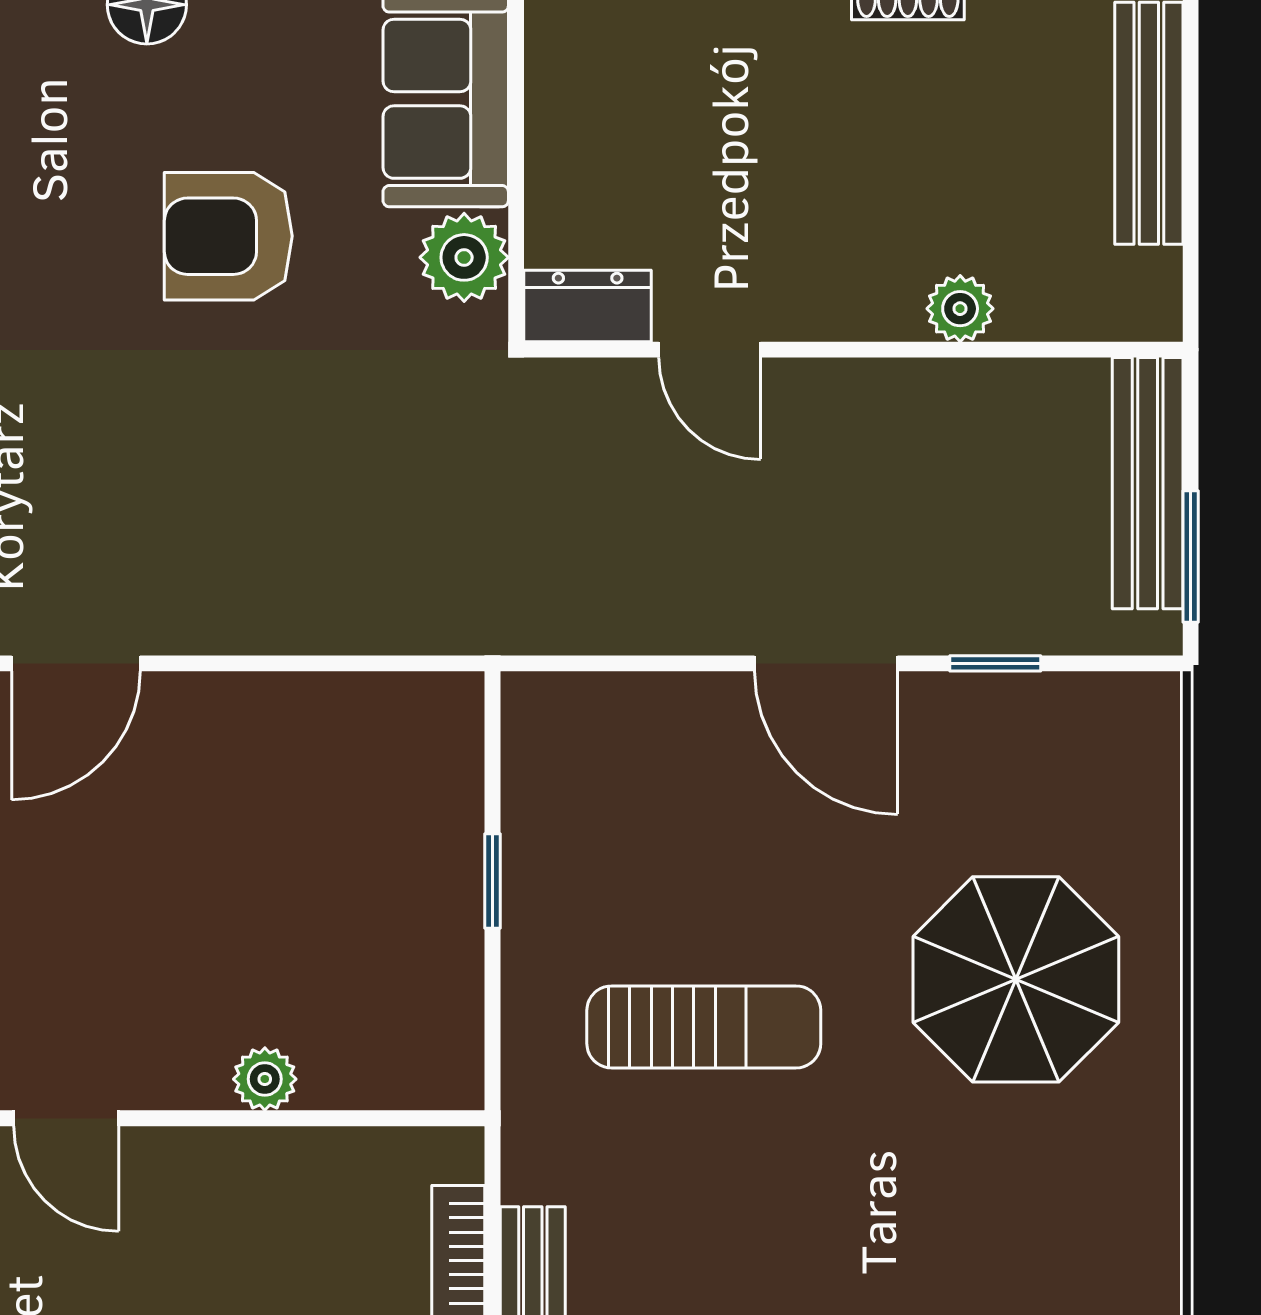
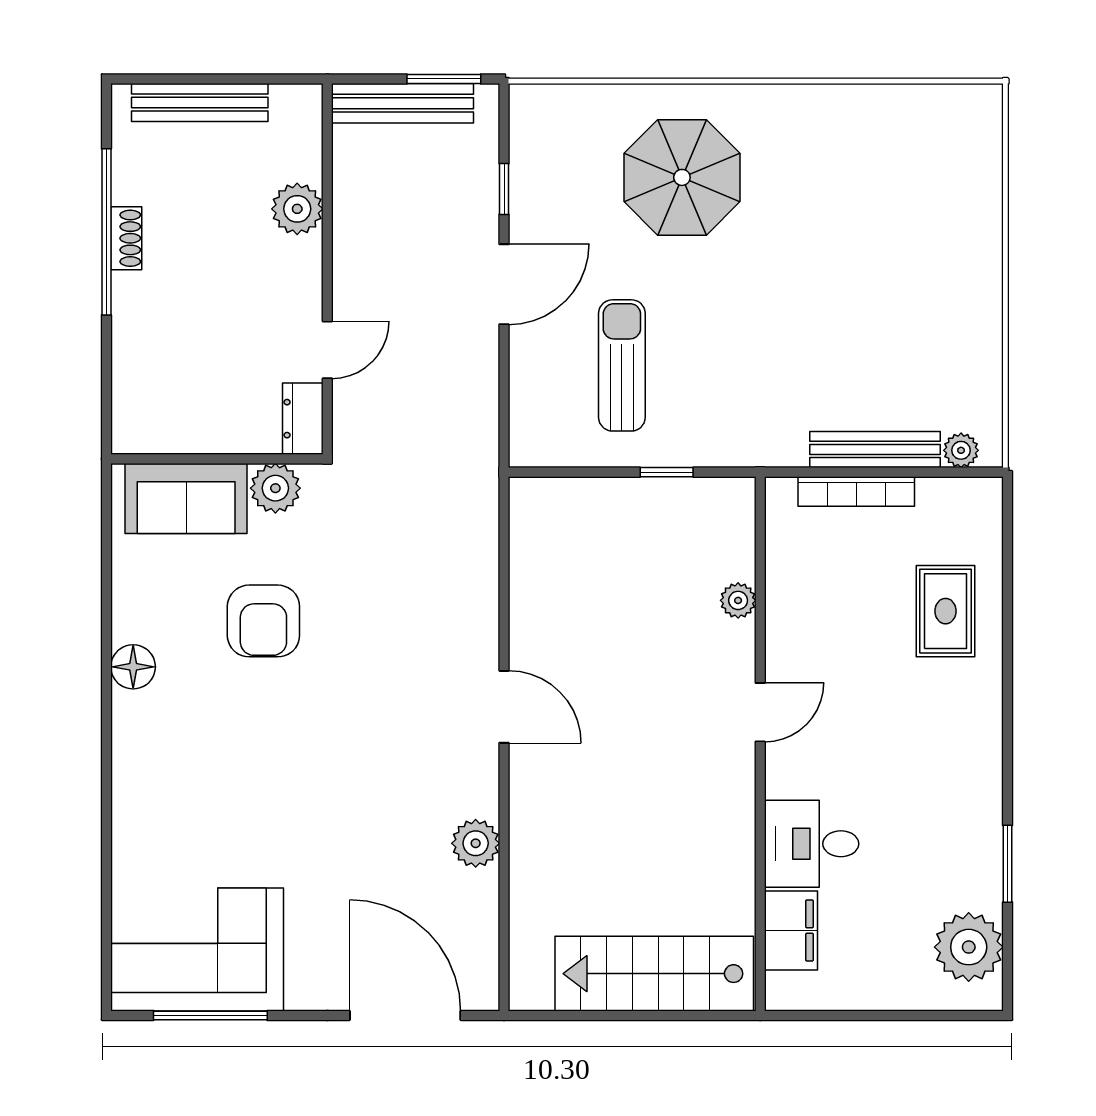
plant: (960, 309) -> (297, 209), width x1.38, depth x1.38
window: (493, 881) -> (667, 472), moved
sun lounger: (704, 1027) -> (622, 365), moved

